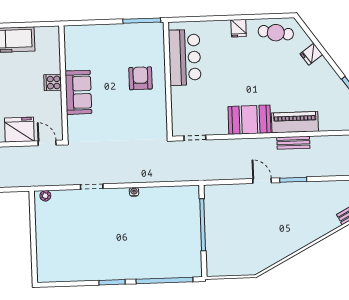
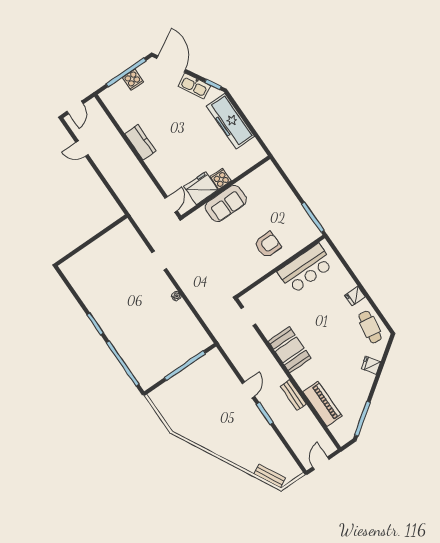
piano: (295, 122) -> (322, 404), moved
fridge: (19, 130) -> (201, 188), moved, turned -90
plant: (45, 196) -> (129, 229), removed

